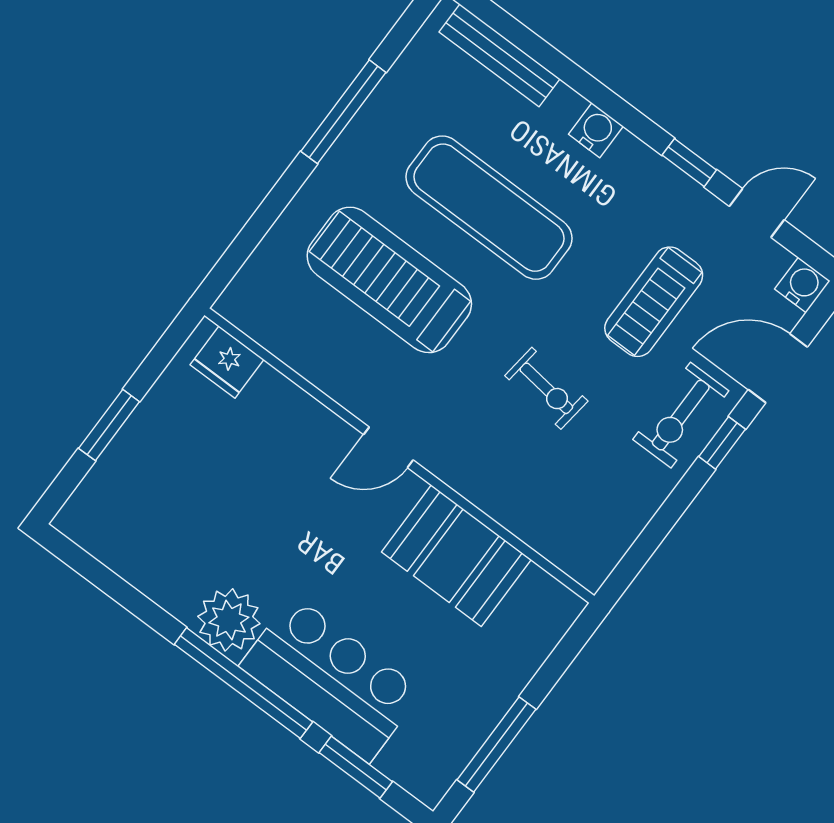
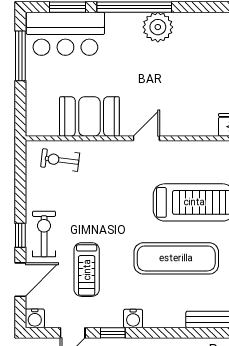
water cooler: (596, 130) -> (133, 318), moved
treadmill: (654, 302) -> (87, 270), turned 180
exercise bike: (546, 388) -> (60, 160), moved
bar counter: (331, 679) -> (65, 34), moved

